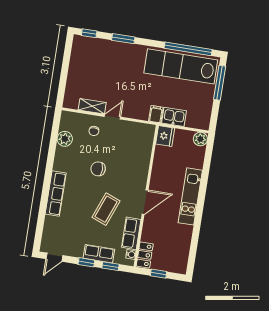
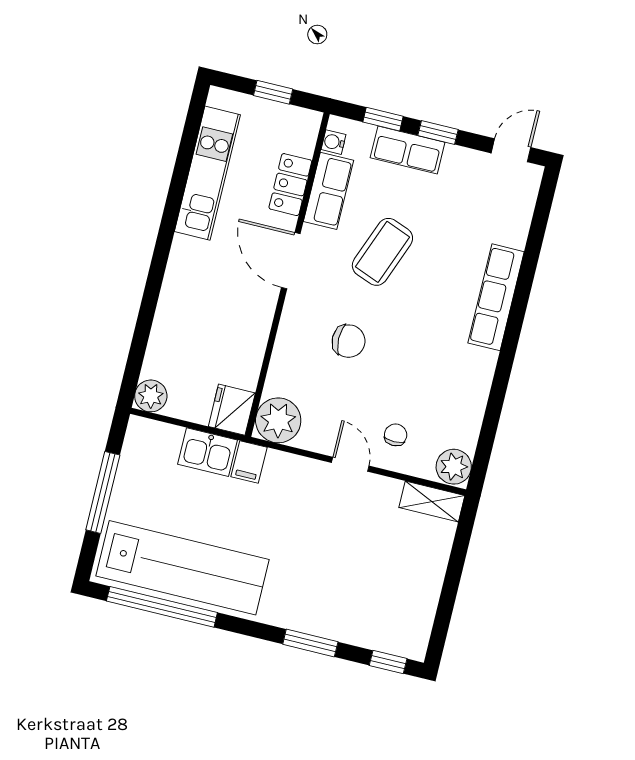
window: (220, 83) -> (103, 492), moved
shelving: (92, 106) -> (432, 502), moved
door: (112, 117) -> (350, 464), swing flipped
plant: (145, 133) -> (278, 420), added
plant: (65, 139) -> (454, 467), moved
chair: (98, 169) -> (349, 341), moved
kitchen unit: (190, 196) -> (207, 173), moved
door: (145, 202) -> (291, 261), hinge flipped
locker: (145, 255) -> (290, 185), moved

